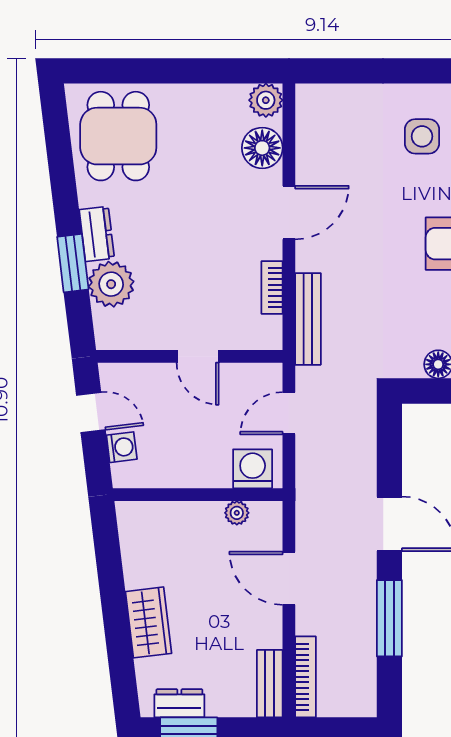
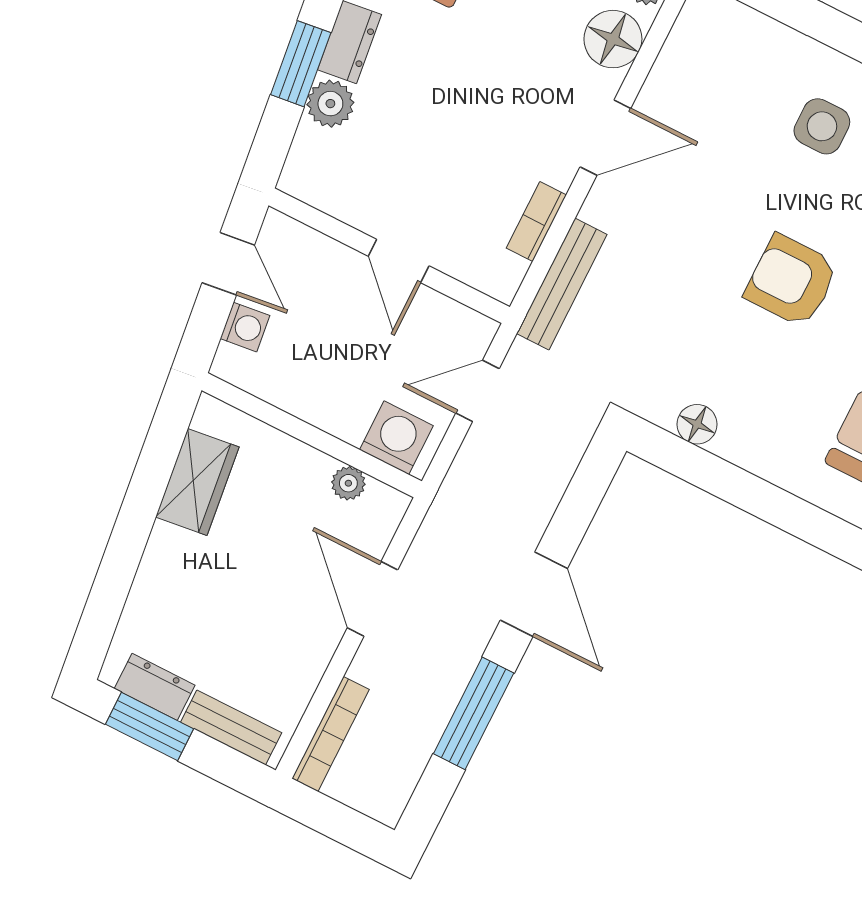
plant: (111, 284) -> (330, 104), width x0.73, depth x0.73
wardrobe: (149, 622) -> (197, 482), moved
bench: (270, 684) -> (231, 728), moved, turned 90

